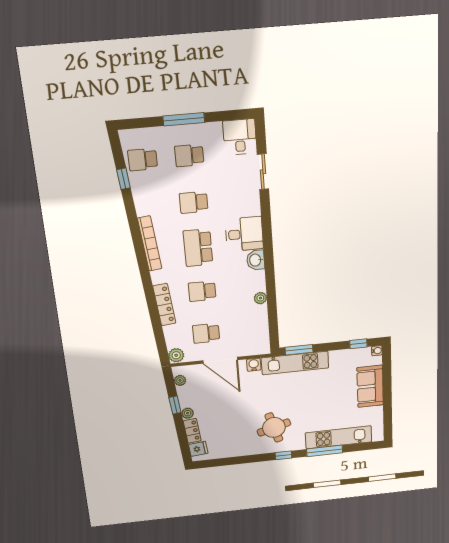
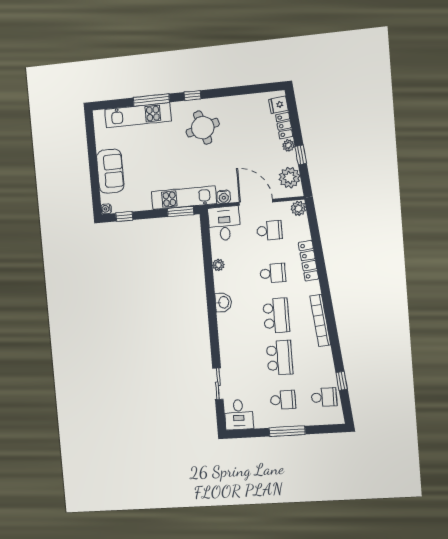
school desk: (194, 202) -> (280, 358), width x1.85
desk: (244, 234) -> (224, 223), moved, turned 90
plant: (180, 380) -> (289, 178), width x1.88, depth x1.88

